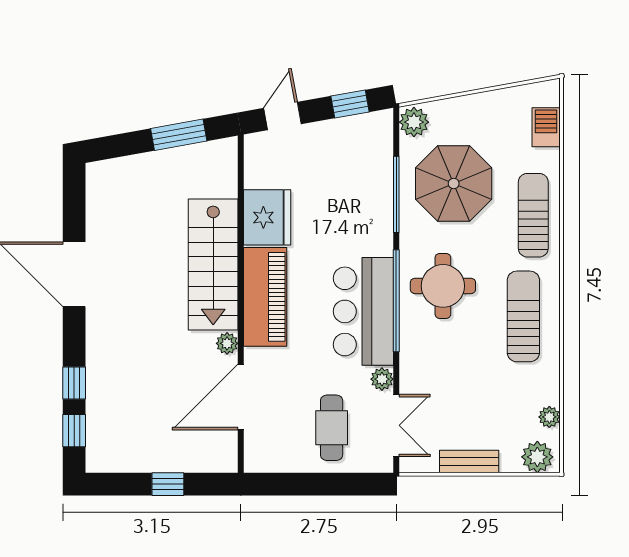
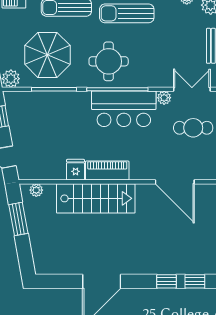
fridge: (267, 217) -> (76, 170), width x0.53, depth x0.75
piano: (265, 297) -> (107, 171), width x0.73, depth x0.75
plant: (227, 343) -> (36, 190), moved

